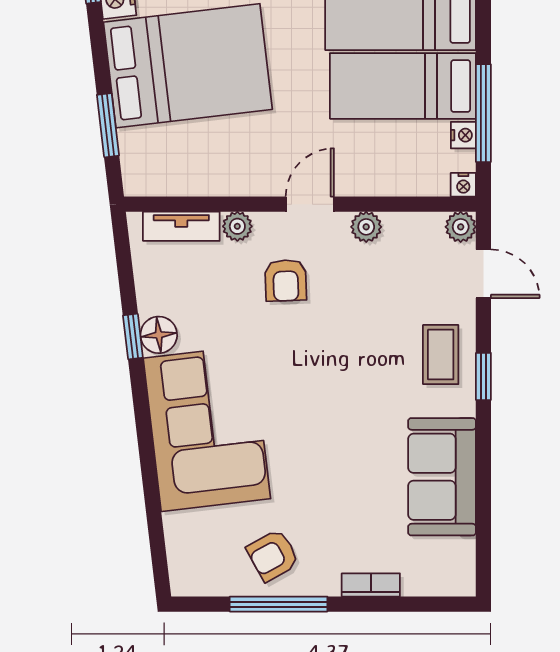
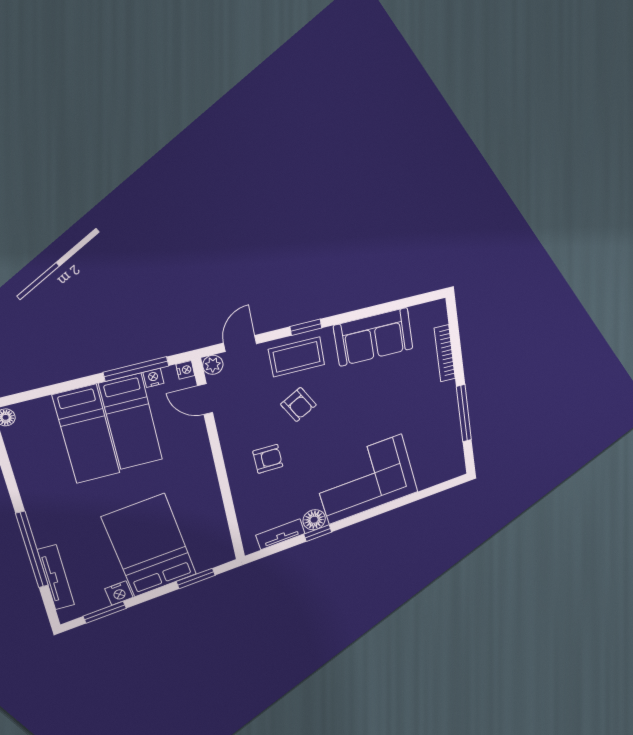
door: (310, 204) -> (205, 399), moved
tv unit: (181, 226) -> (280, 534), moved, turned -97
plant: (237, 226) -> (240, 494), removed
plant: (366, 227) -> (225, 421), removed
coffee table: (441, 355) -> (297, 357), width x1.36, depth x1.30
armchair: (273, 555) -> (298, 405), moved
bookcase: (371, 585) -> (445, 353), width x1.56

